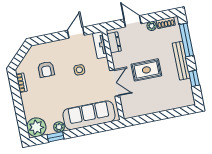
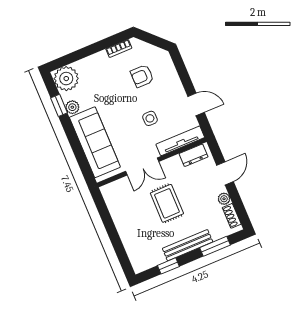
window: (186, 40) -> (215, 246), width x0.69
tv unit: (100, 45) -> (180, 141), width x1.41

